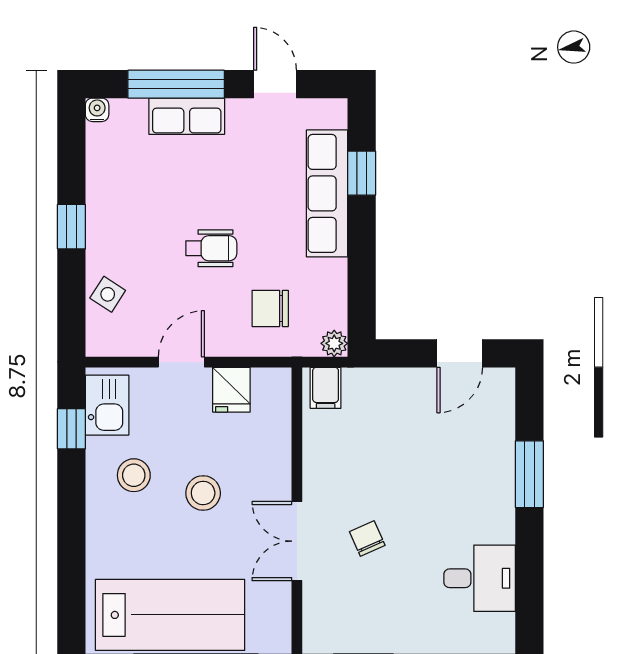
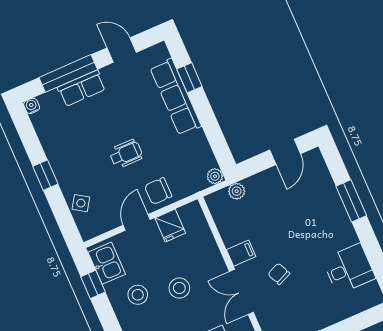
chair: (270, 308) -> (158, 191), moved
plant: (358, 381) -> (237, 191), added
filing cabinet: (326, 388) -> (241, 253), moved, turned -90

